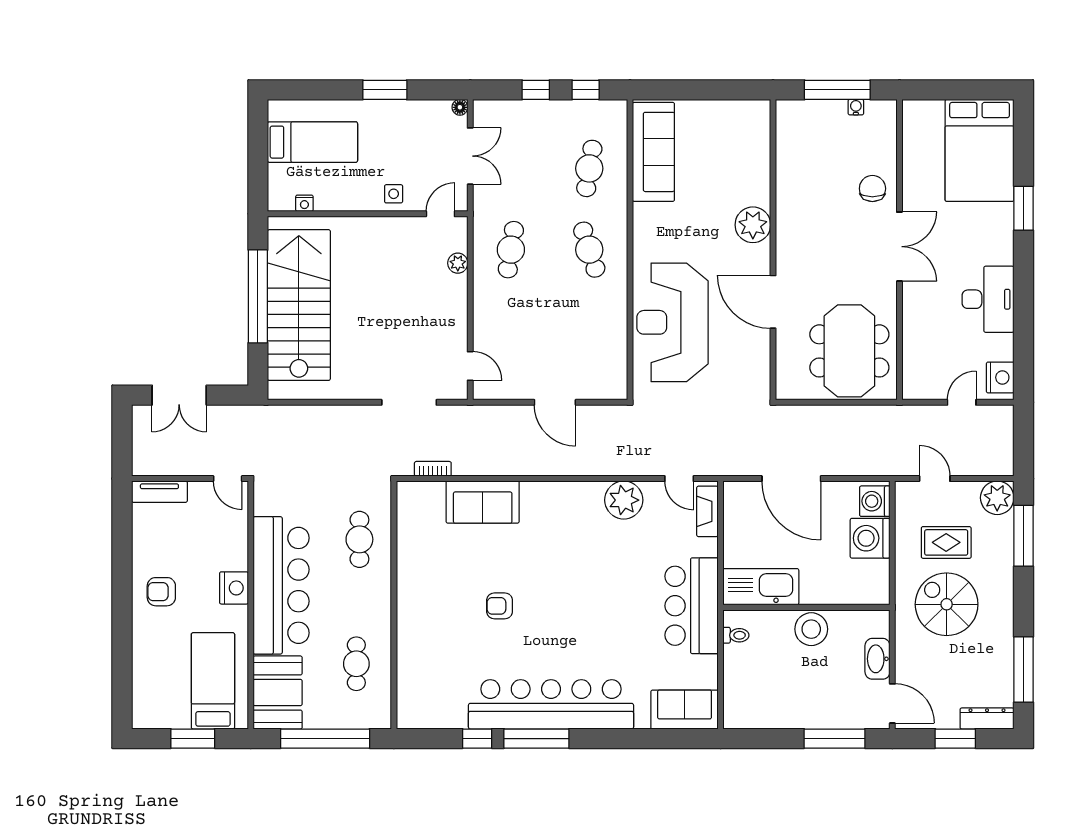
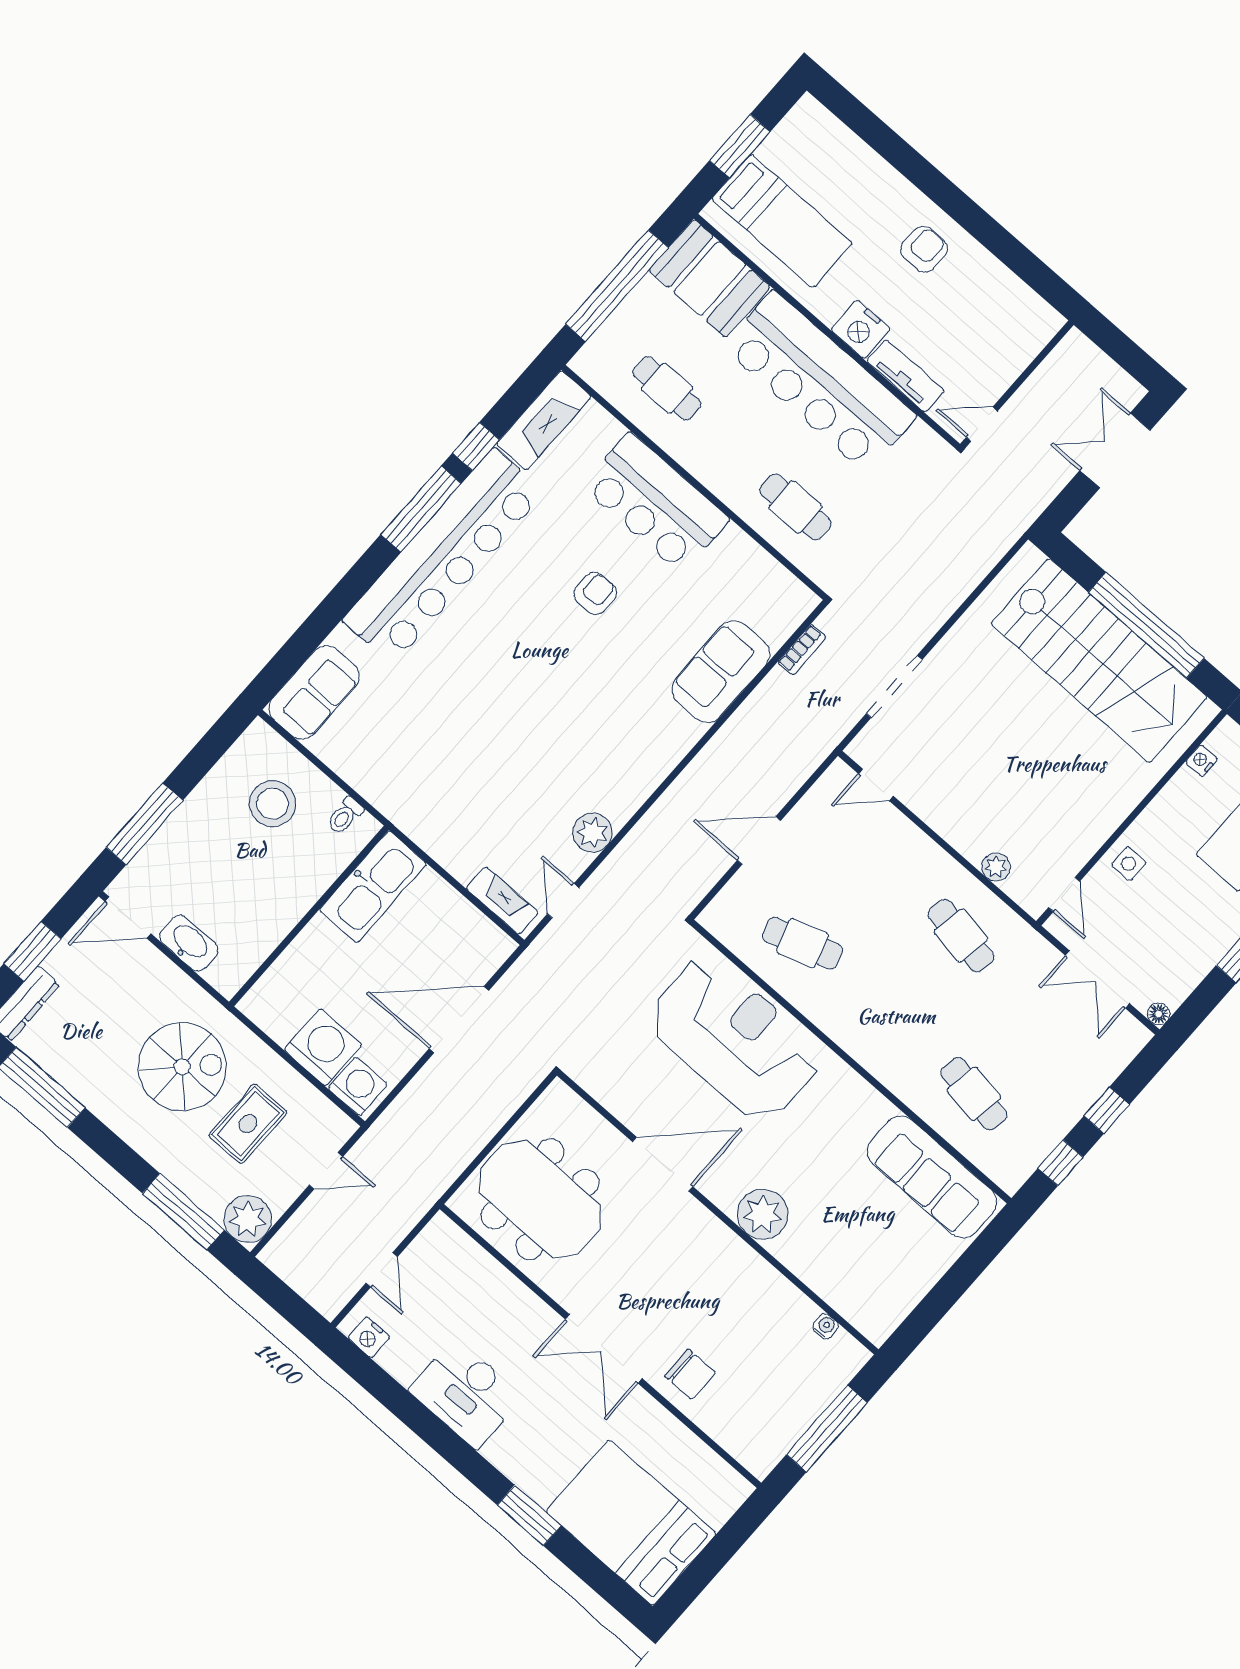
water cooler: (856, 107) -> (826, 1326), moved, turned -90
cafe table: (589, 250) -> (802, 943), moved
nightstand: (1000, 377) -> (369, 1337), width x0.74, depth x0.75
door: (679, 479) -> (563, 901), hinge flipped
tv unit: (159, 492) -> (906, 376), moved, turned 90
plant: (624, 500) -> (592, 833), width x0.73, depth x0.73
bar counter: (692, 606) -> (656, 503), moved, turned 180
stool: (811, 629) -> (273, 804), moved
fireplace: (431, 715) -> (544, 420), added

